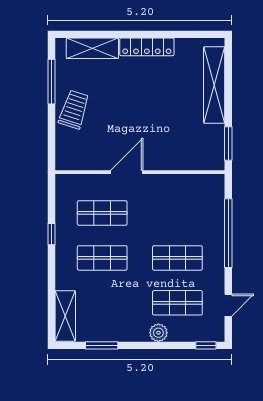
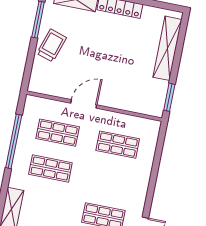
window: (228, 233) -> (155, 169), removed
window: (51, 234) -> (14, 141), width x3.17
shop shelf: (177, 258) -> (118, 145), moved

